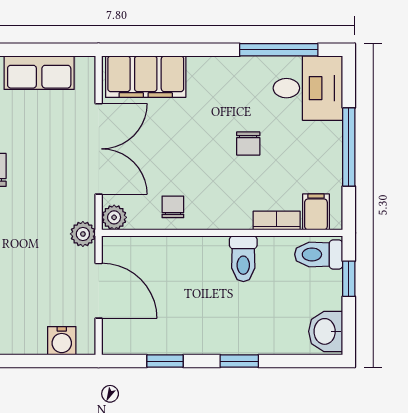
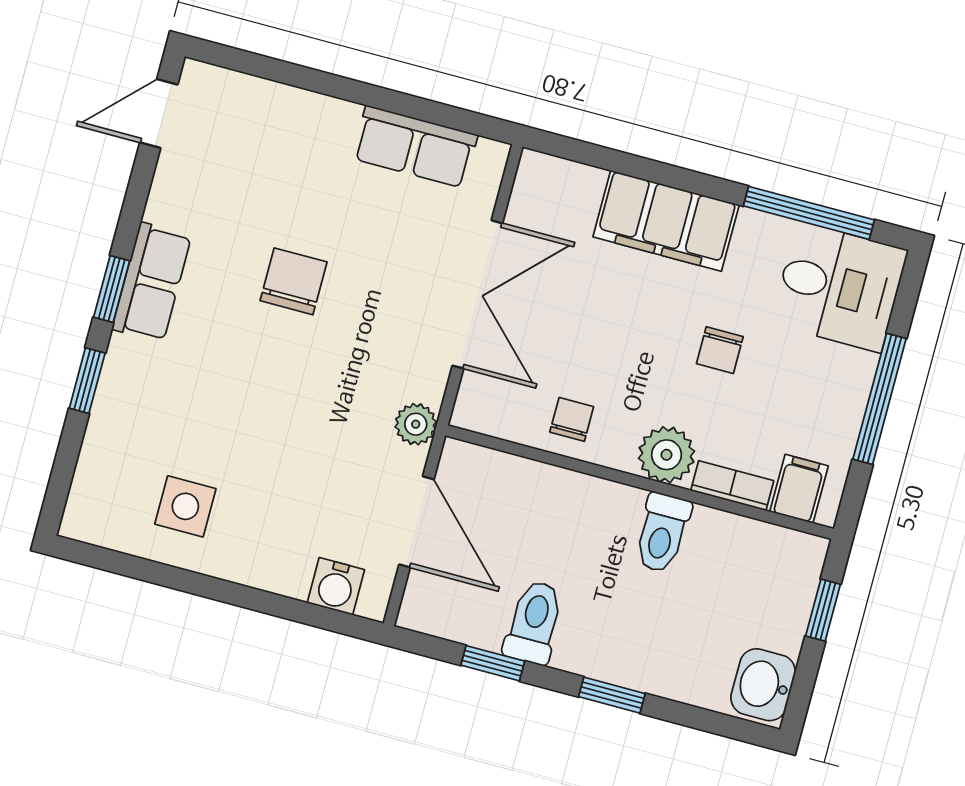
filing cabinet: (146, 77) -> (666, 221), moved
plant: (114, 217) -> (666, 455), moved, width x1.38, depth x1.38
toilet: (319, 254) -> (534, 622), moved, turned 90

